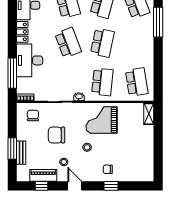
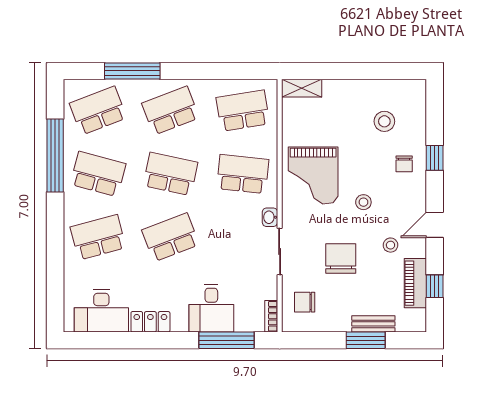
school desk: (137, 43) -> (170, 111), added
desk: (30, 60) -> (211, 308), width x0.73
chair: (57, 135) -> (341, 259), turned 180
stool: (131, 159) -> (384, 121), added

